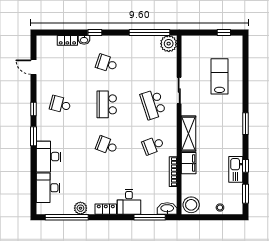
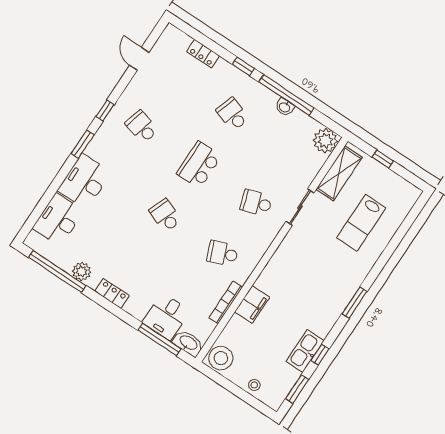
window: (149, 32) -> (286, 95), moved
window: (224, 32) -> (383, 159), moved
washbasin: (84, 40) -> (285, 107), moved
lab bench: (219, 76) -> (361, 223), turned 180
school desk: (153, 104) -> (256, 203), width x0.54
shelving: (189, 134) -> (339, 173), moved
desk: (129, 202) -> (166, 317), moved

